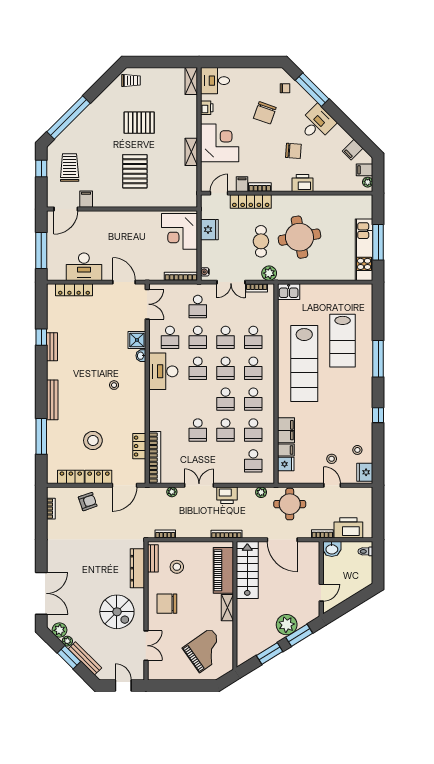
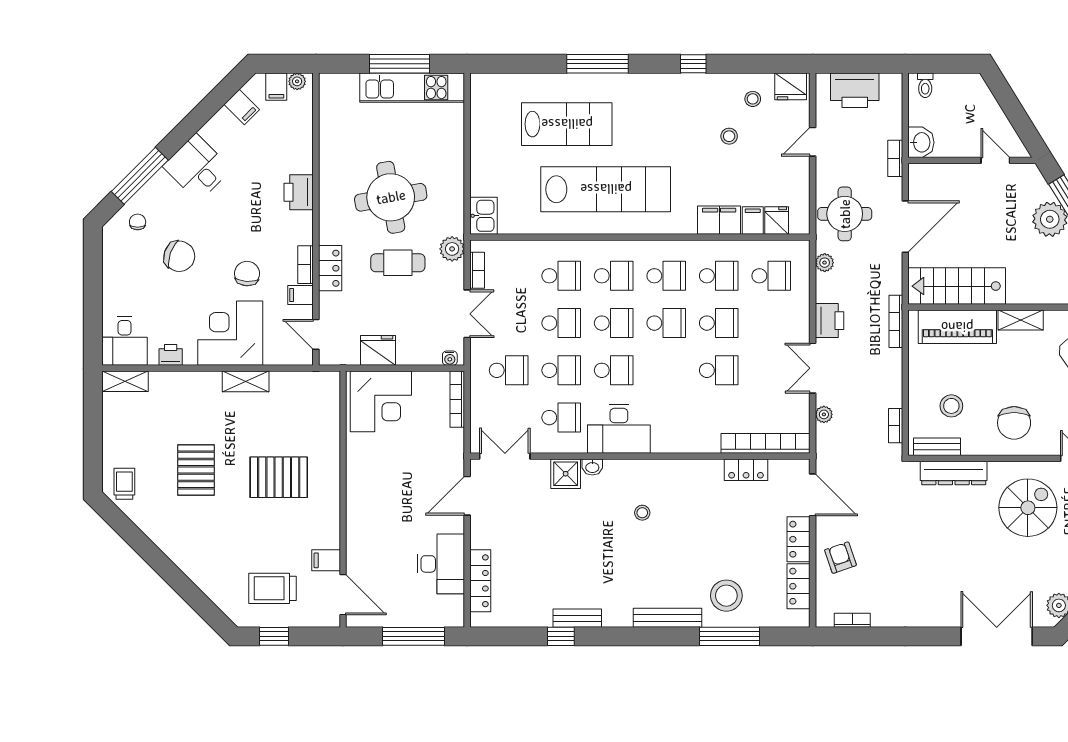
window: (69, 117) -> (187, 590), removed
chair: (293, 151) -> (247, 274), moved
locker: (251, 201) -> (330, 268), width x0.66
stool: (93, 440) -> (726, 596), moved
stool: (332, 459) -> (729, 136), moved
printer: (348, 528) -> (855, 90), moved, turned -90

